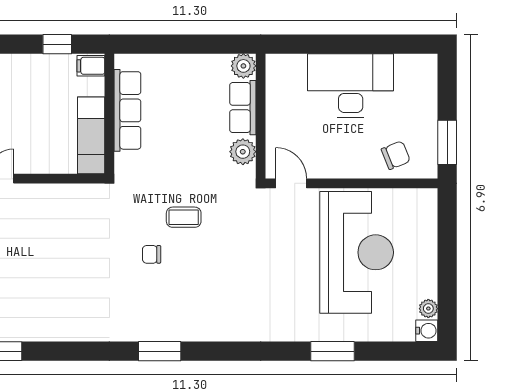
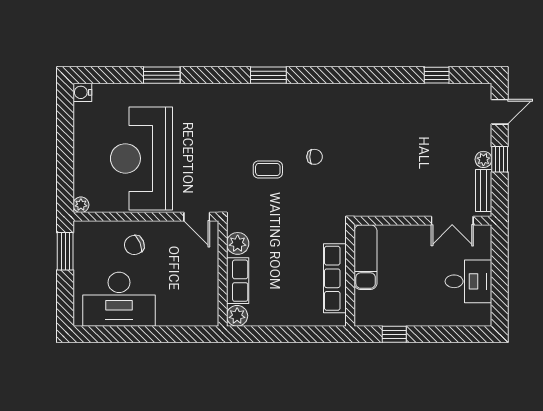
filing cabinet: (91, 66) -> (366, 316), removed
desk: (351, 86) -> (119, 299), moved
chair: (396, 155) -> (134, 245), moved
coffee table: (184, 217) -> (268, 170), moved
plant: (428, 309) -> (81, 205), moved
window: (160, 351) -> (268, 75), moved

